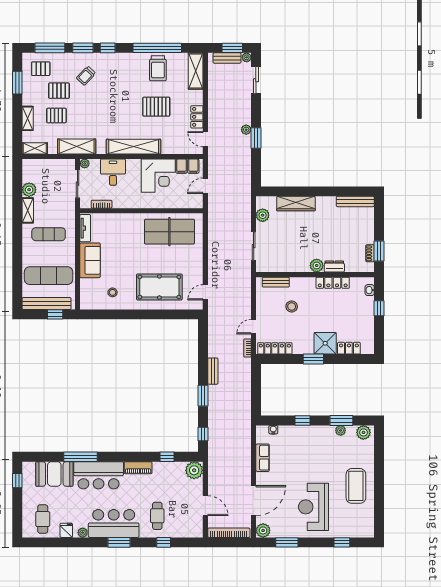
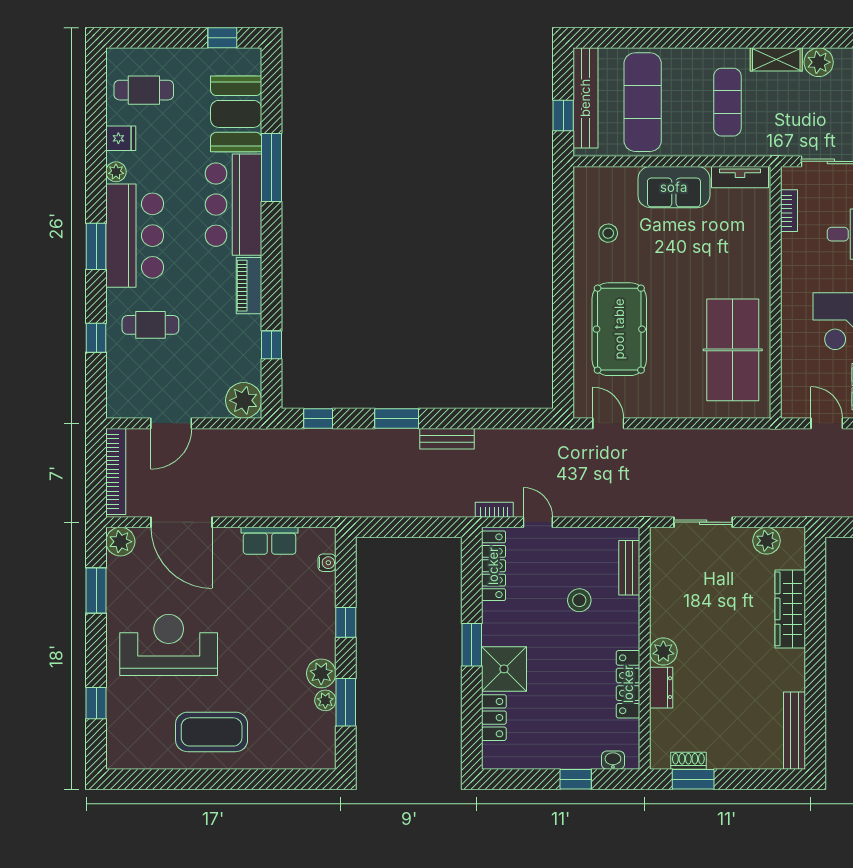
plant: (363, 432) -> (321, 673), moved

